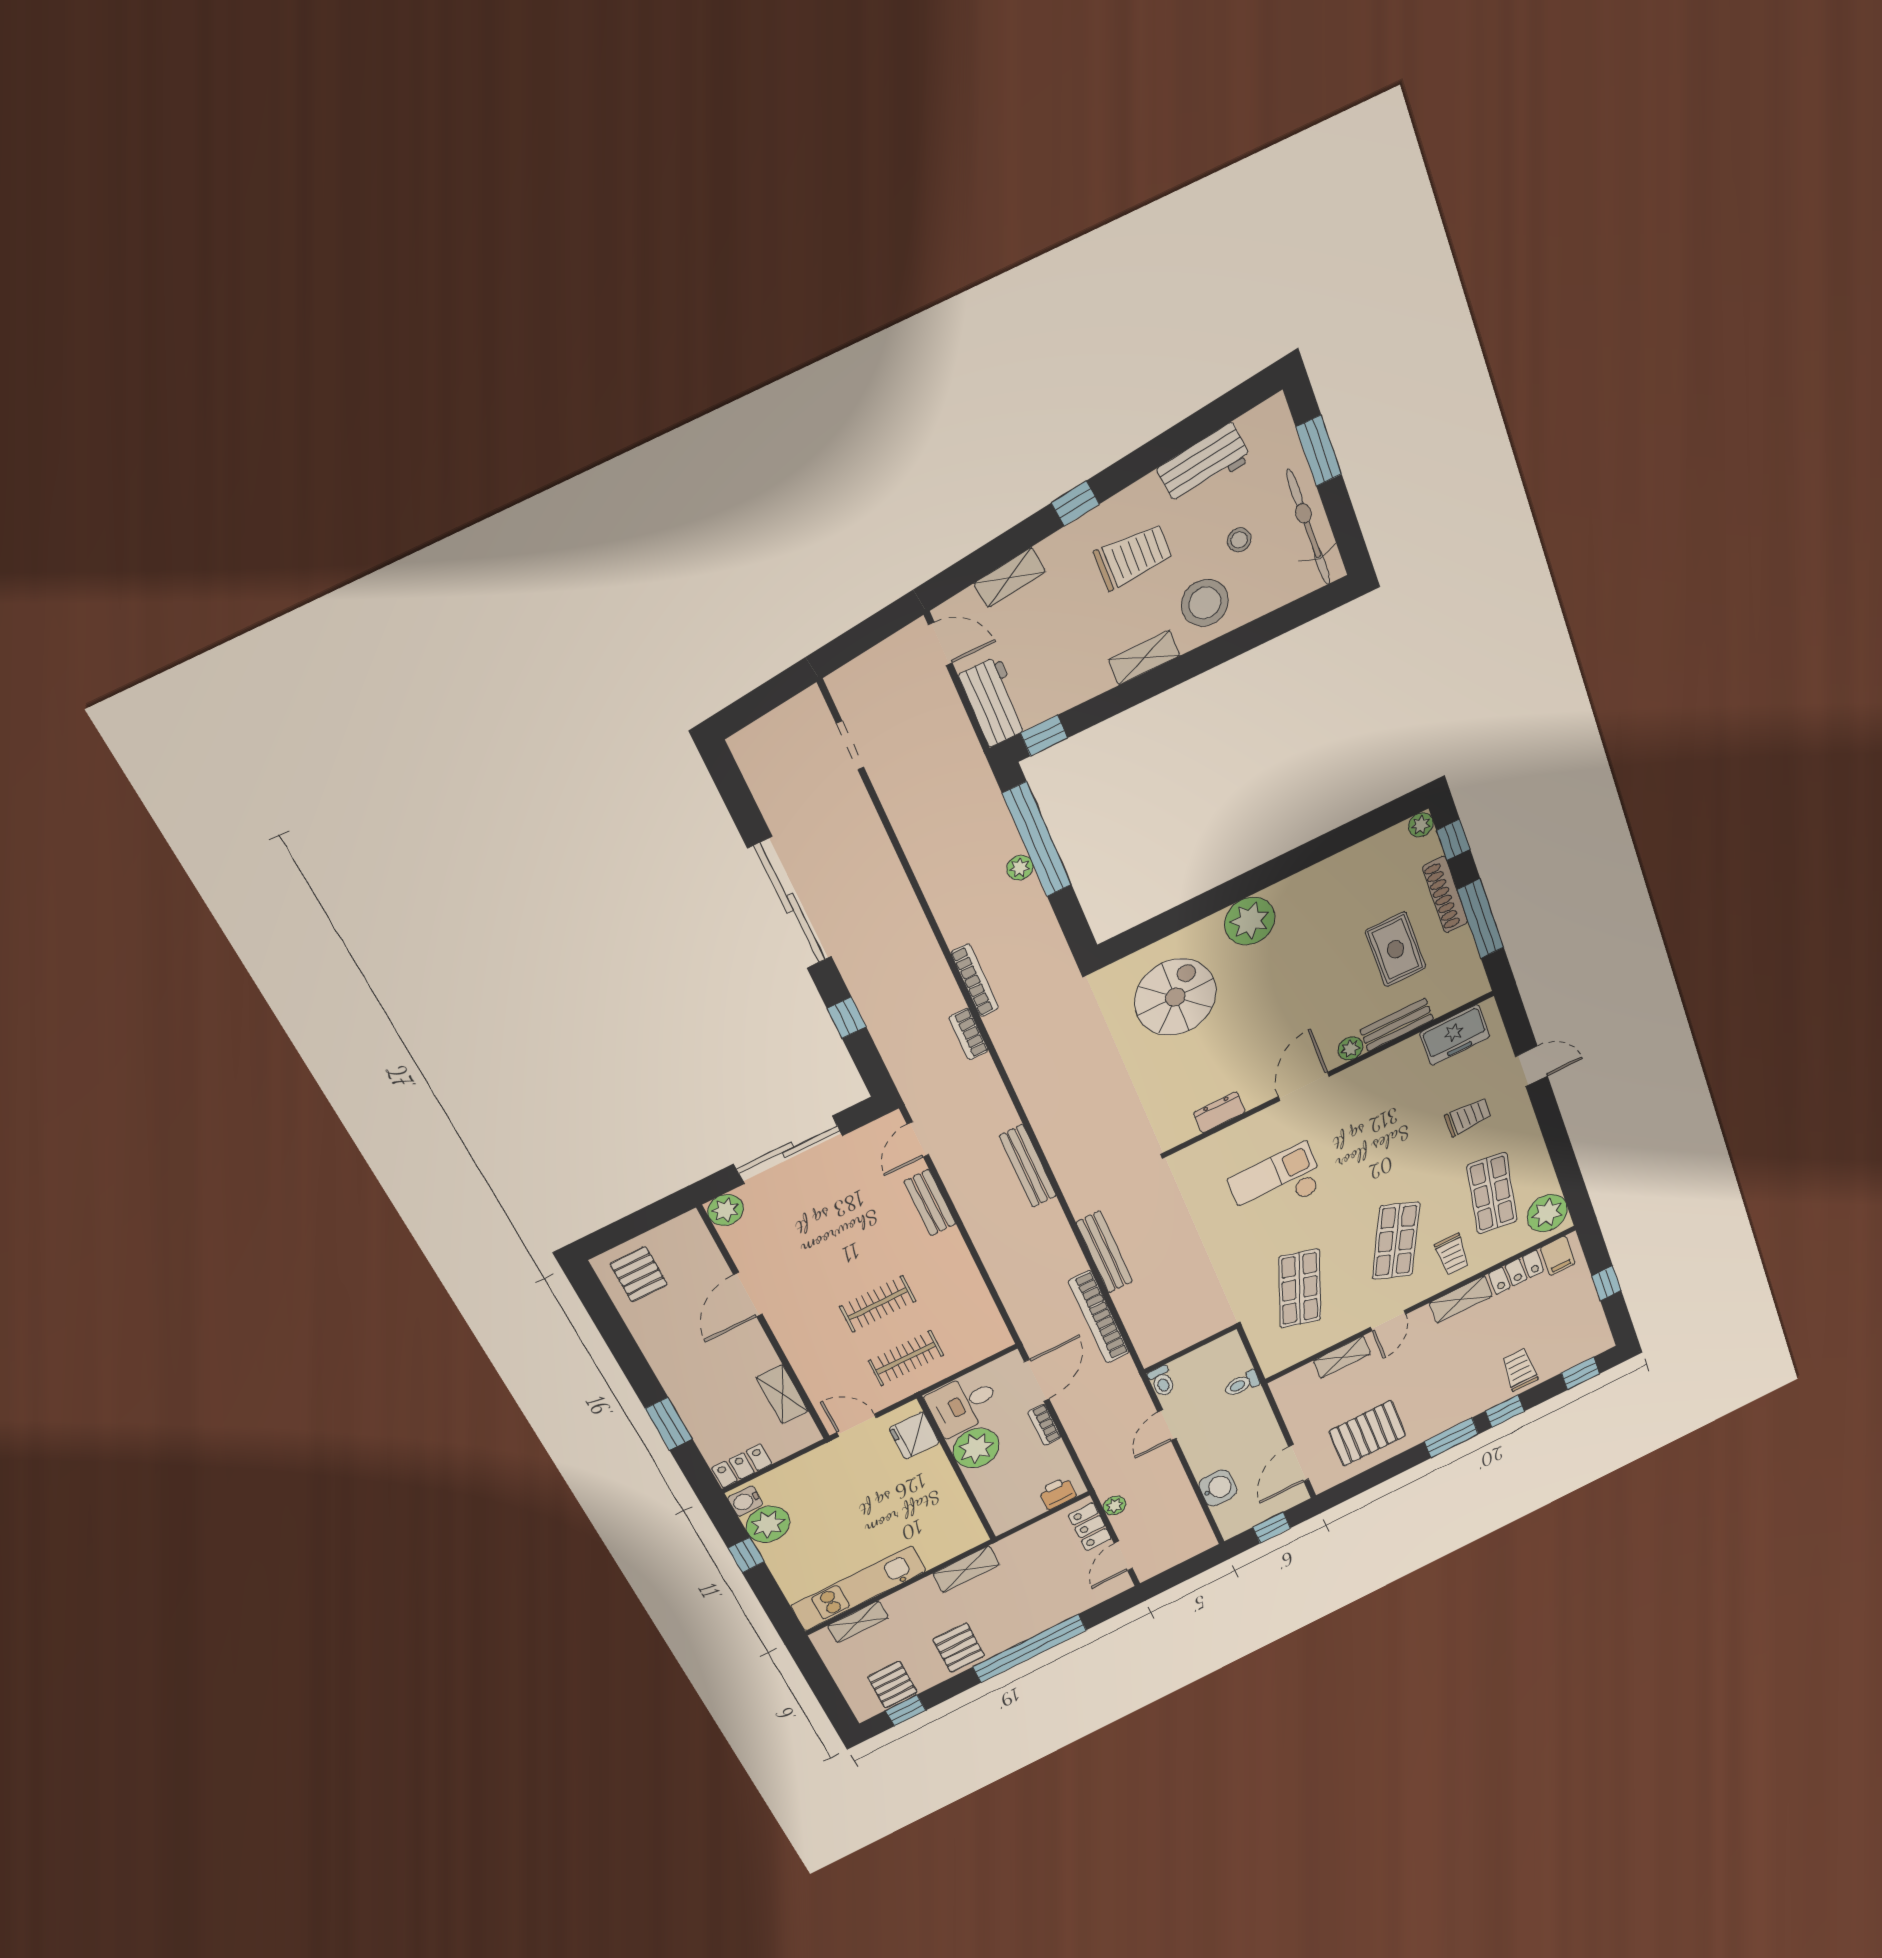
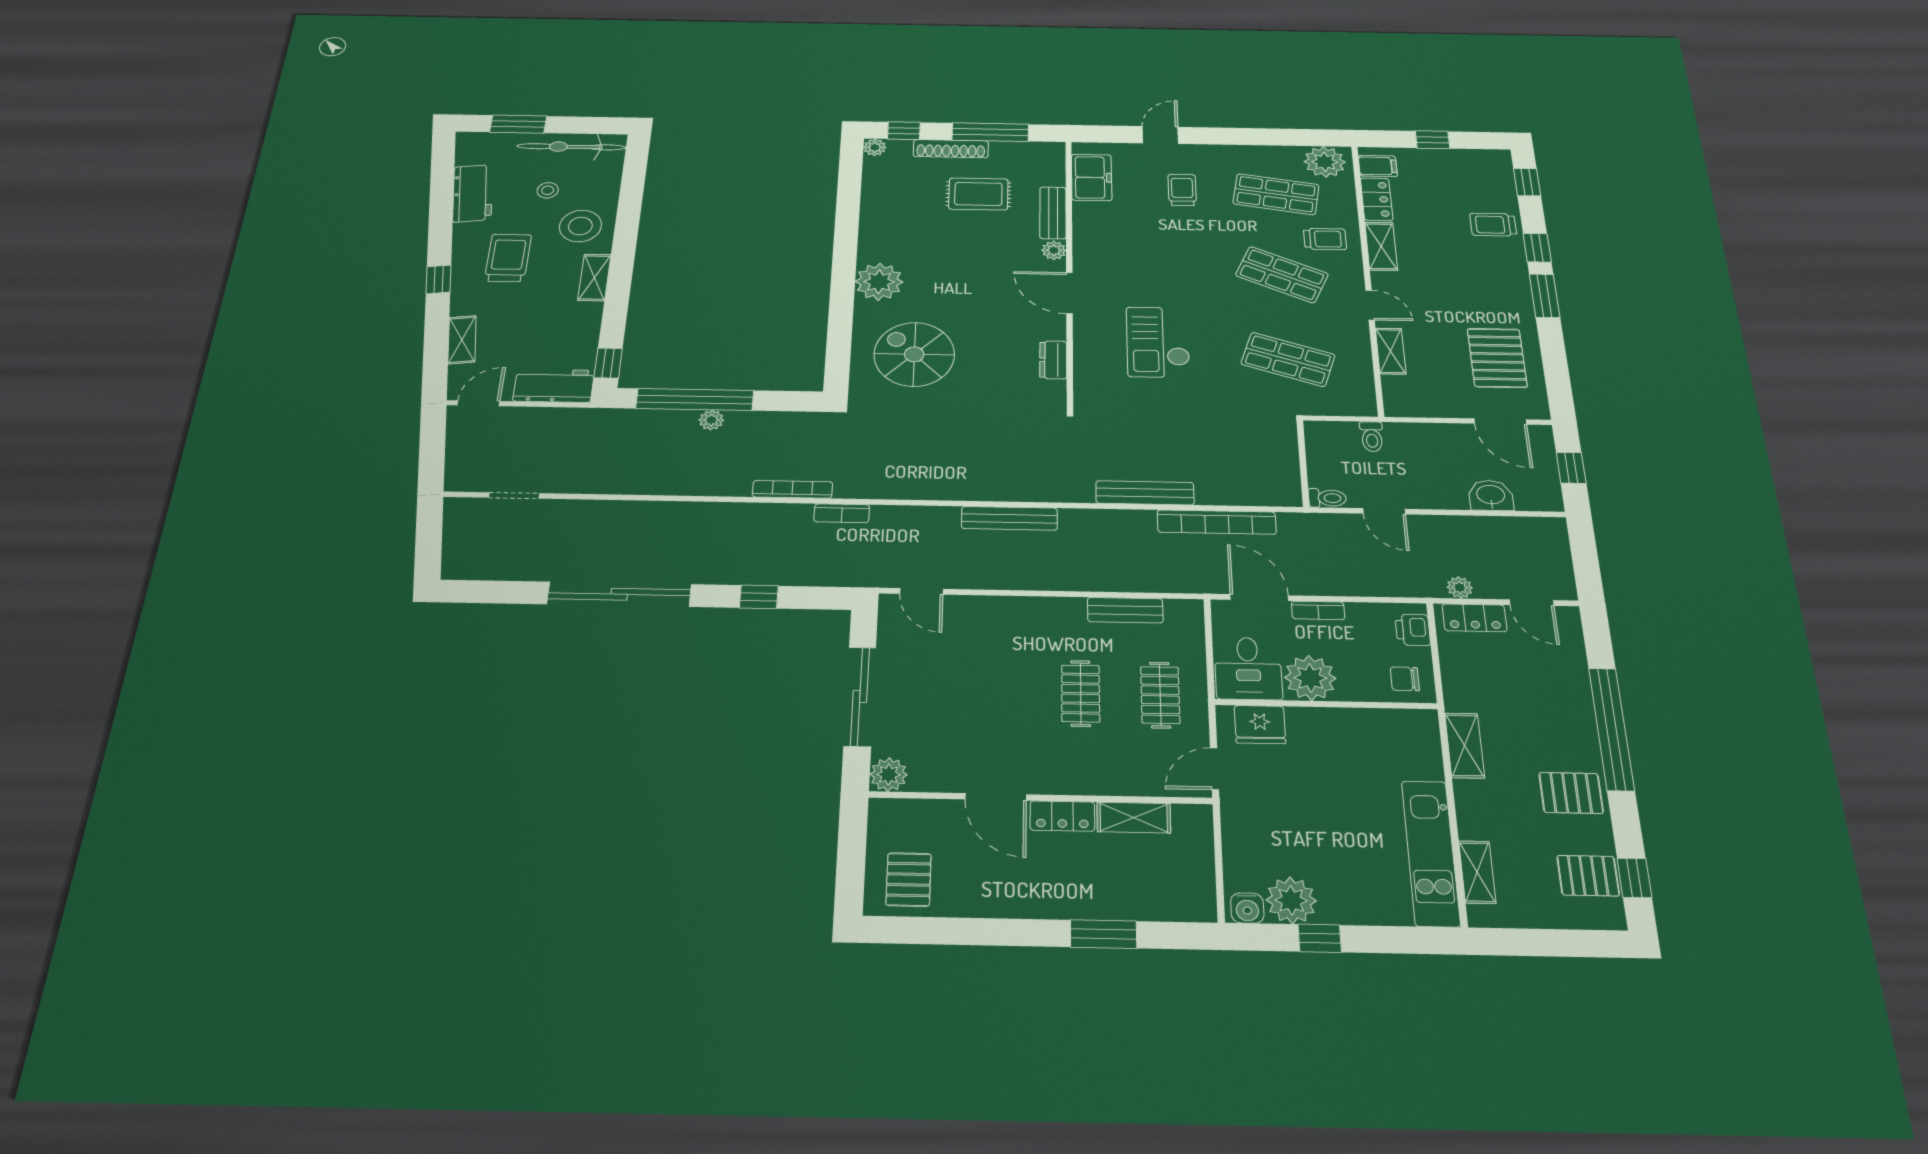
bench: (930, 1203) -> (1125, 610), moved
pallet: (639, 1274) -> (909, 879), turned 90
locker: (742, 1466) -> (1062, 816), moved, turned -90
chair: (1008, 1508) -> (1405, 679), added

